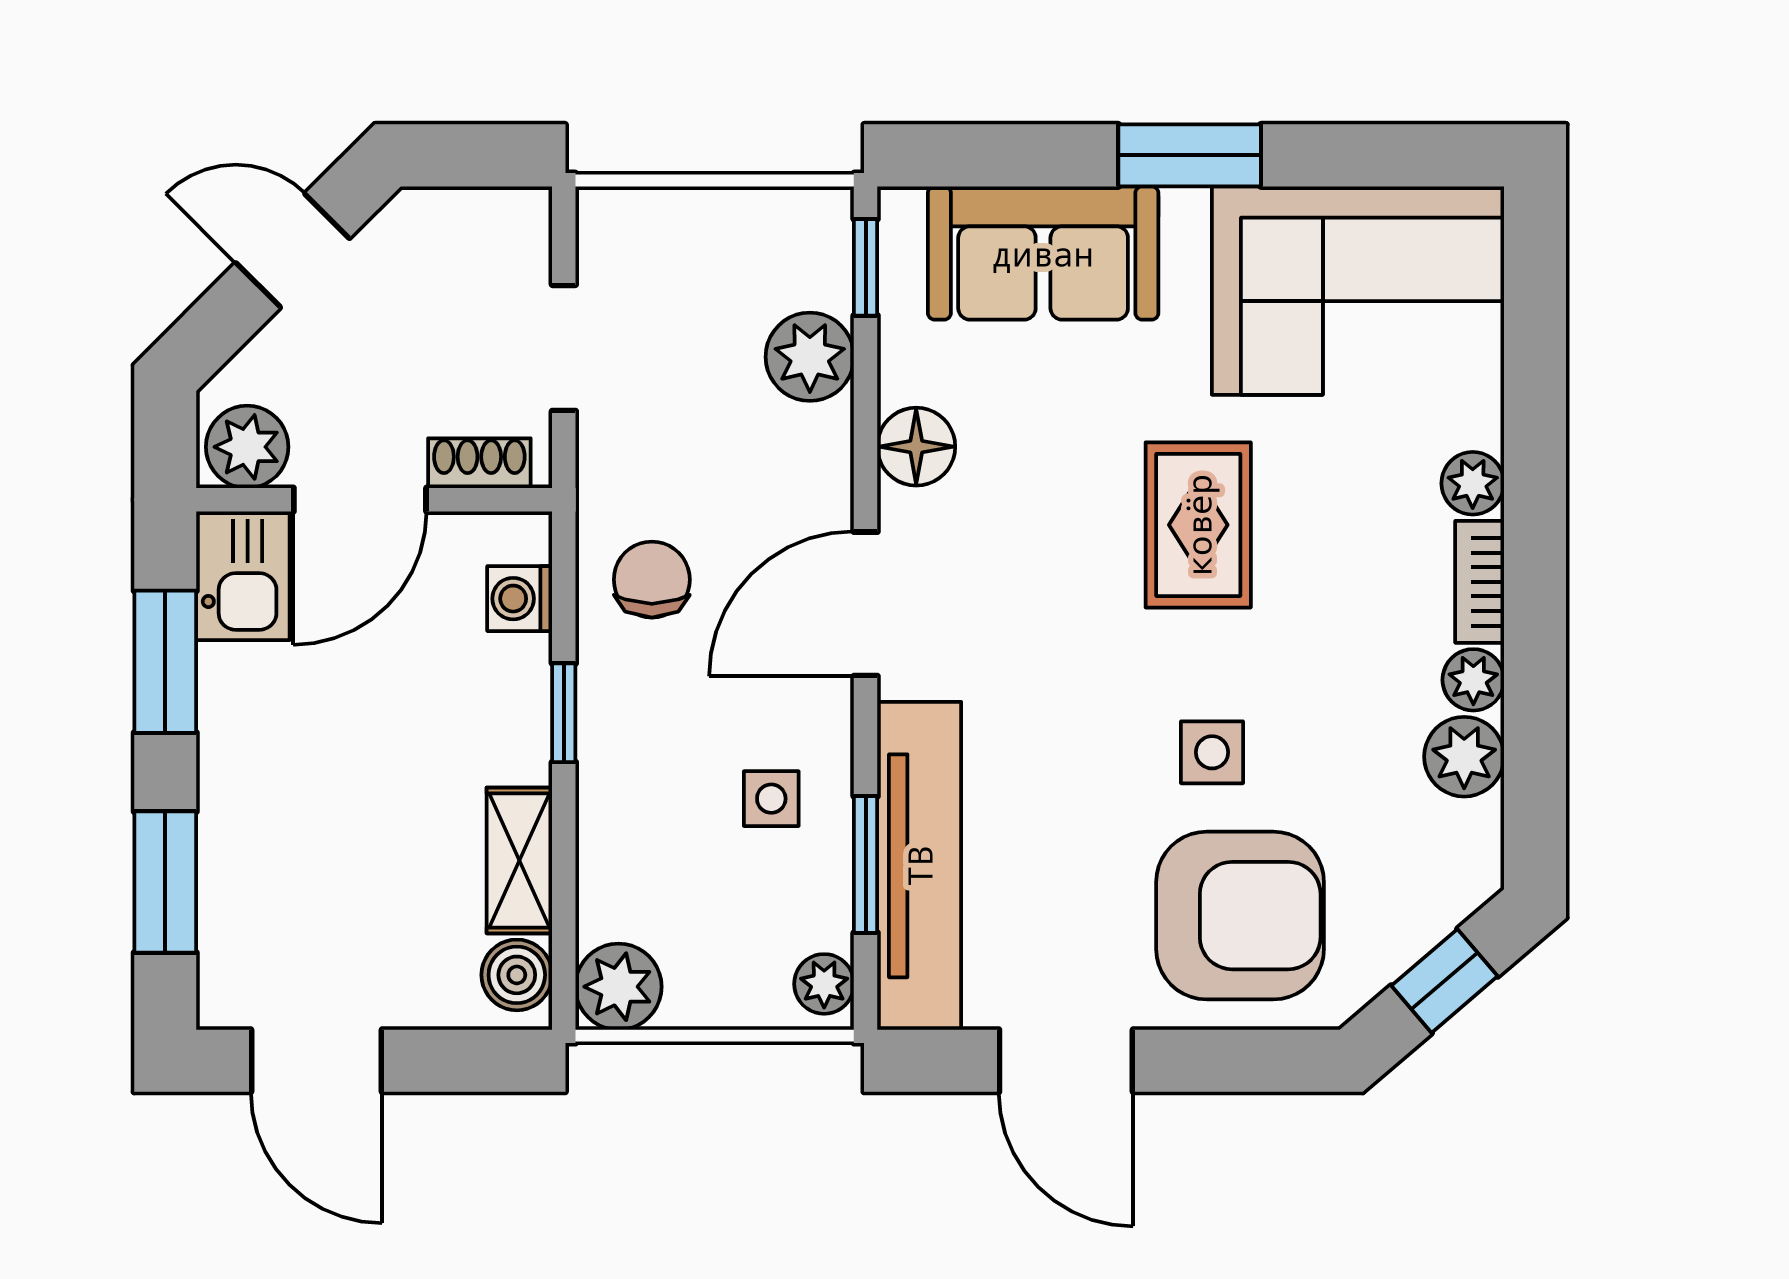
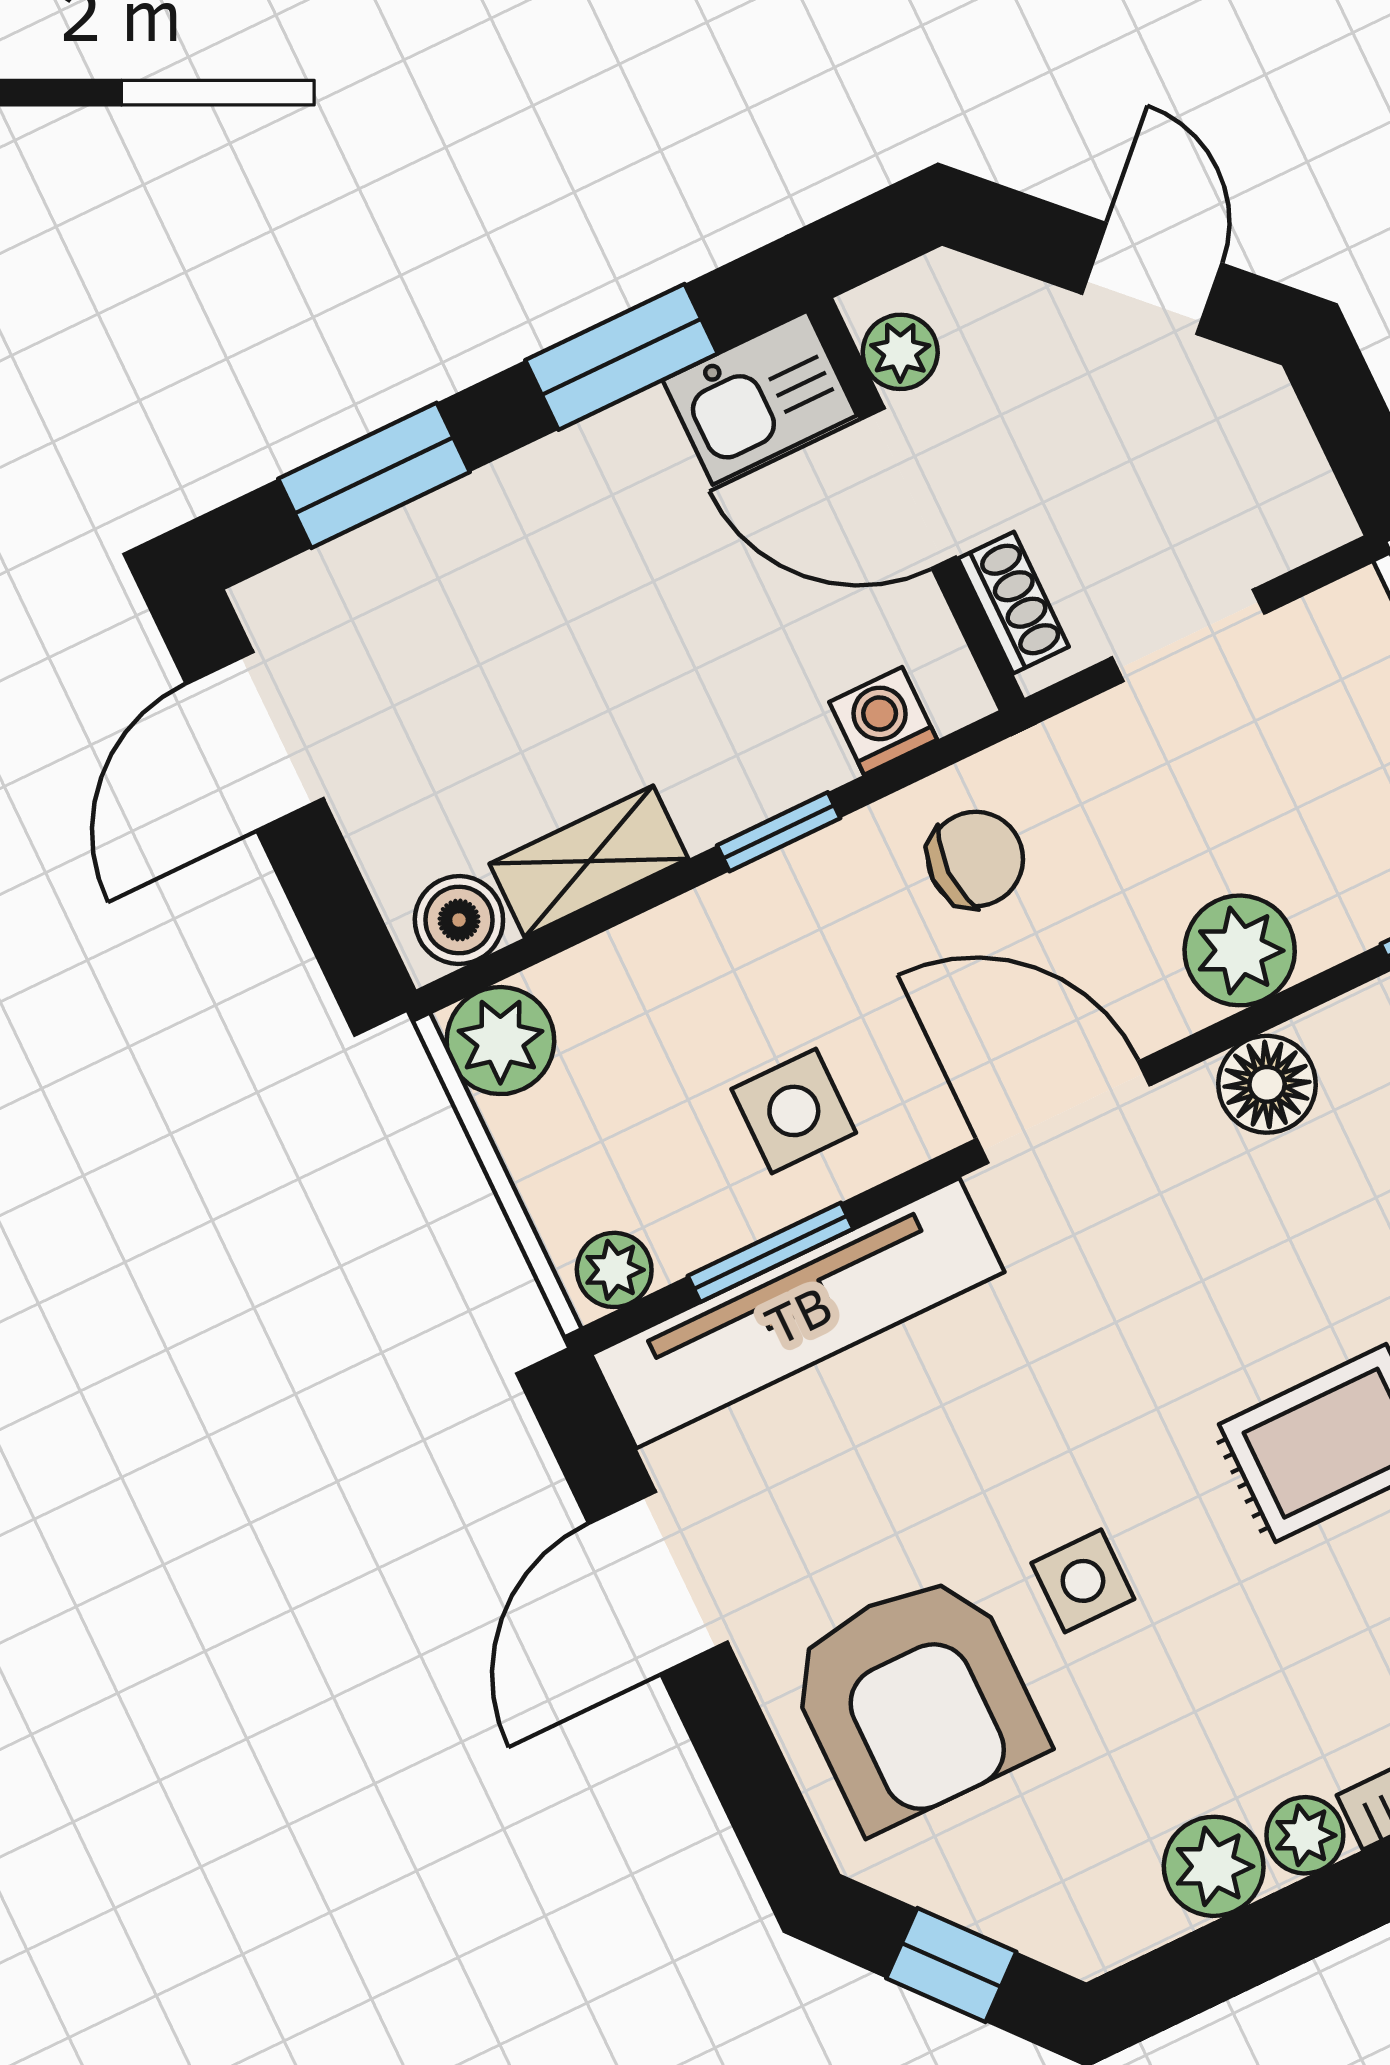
plant: (810, 357) -> (1240, 950), moved
plant: (247, 447) -> (900, 352), width x0.73, depth x0.73
side table: (771, 799) -> (794, 1111), width x1.37, depth x1.37

